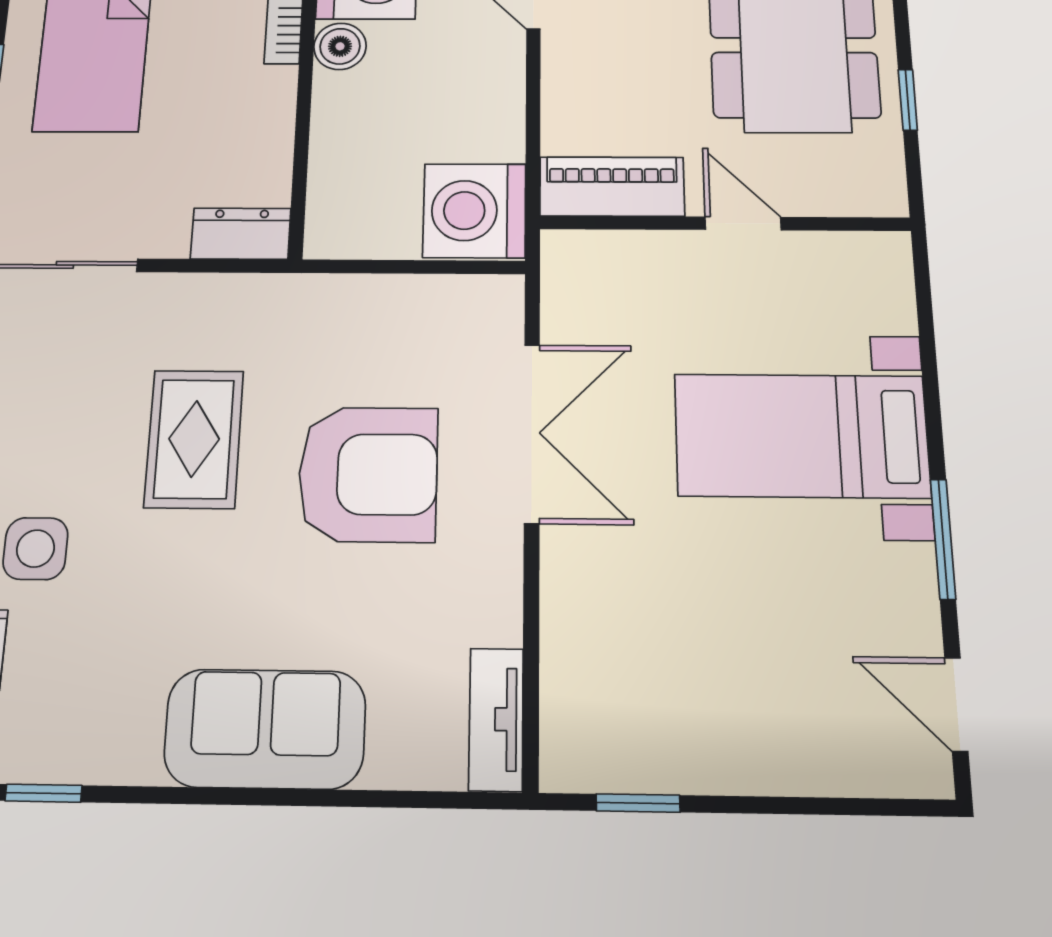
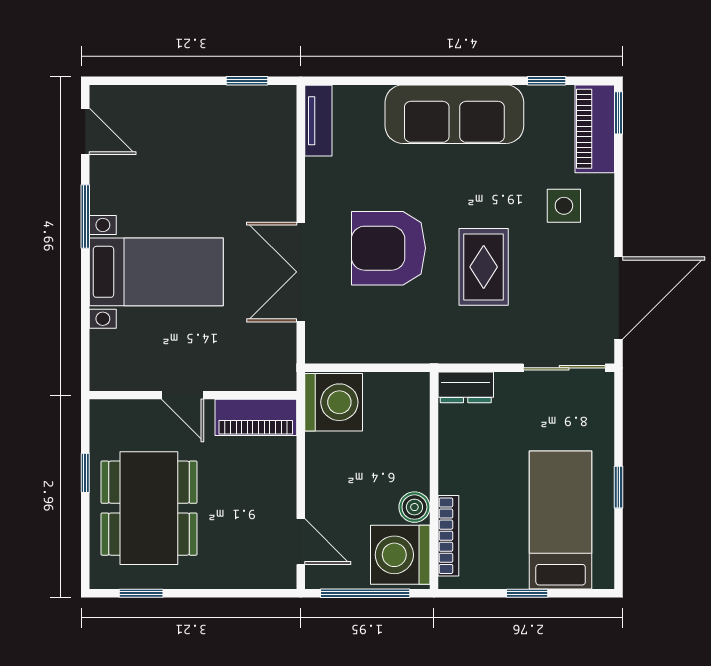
sofa: (265, 729) -> (454, 114), width x1.36

